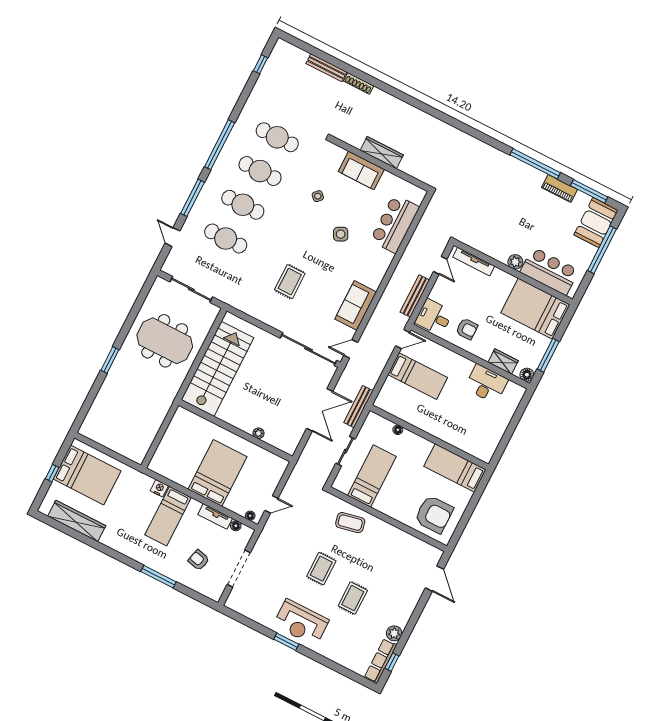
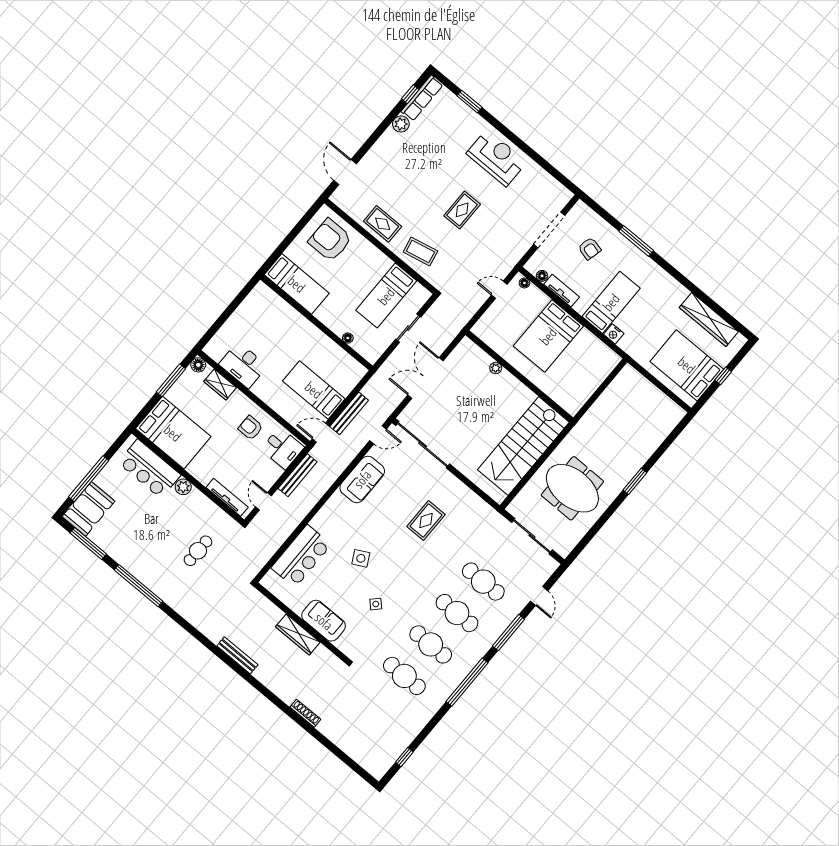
bench: (326, 68) -> (237, 655), moved
piano: (559, 188) -> (119, 554), removed
cafe table: (489, 207) -> (198, 551), added
bench: (358, 407) -> (349, 413), moved
rug: (353, 598) -> (383, 224), moved, turned 90
window: (286, 642) -> (469, 102), moved

